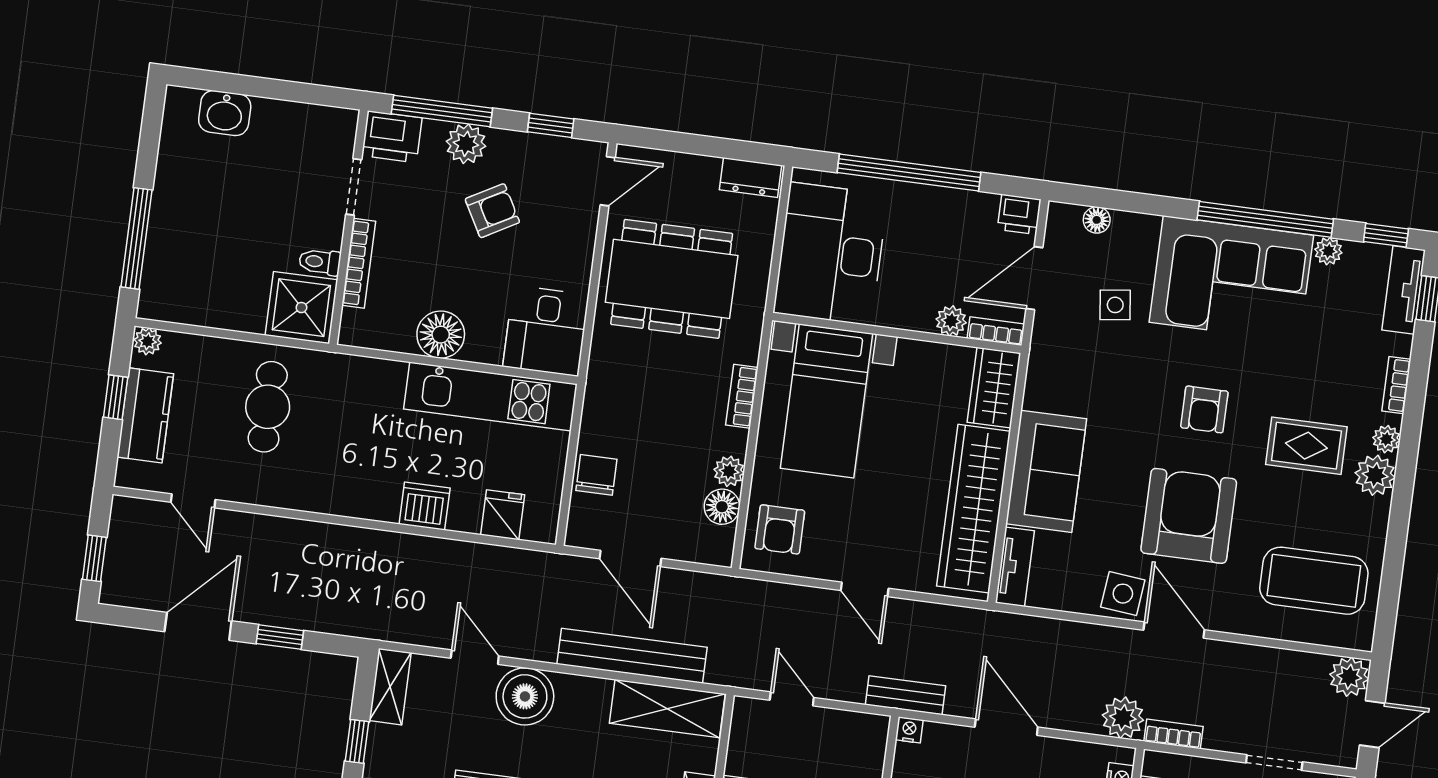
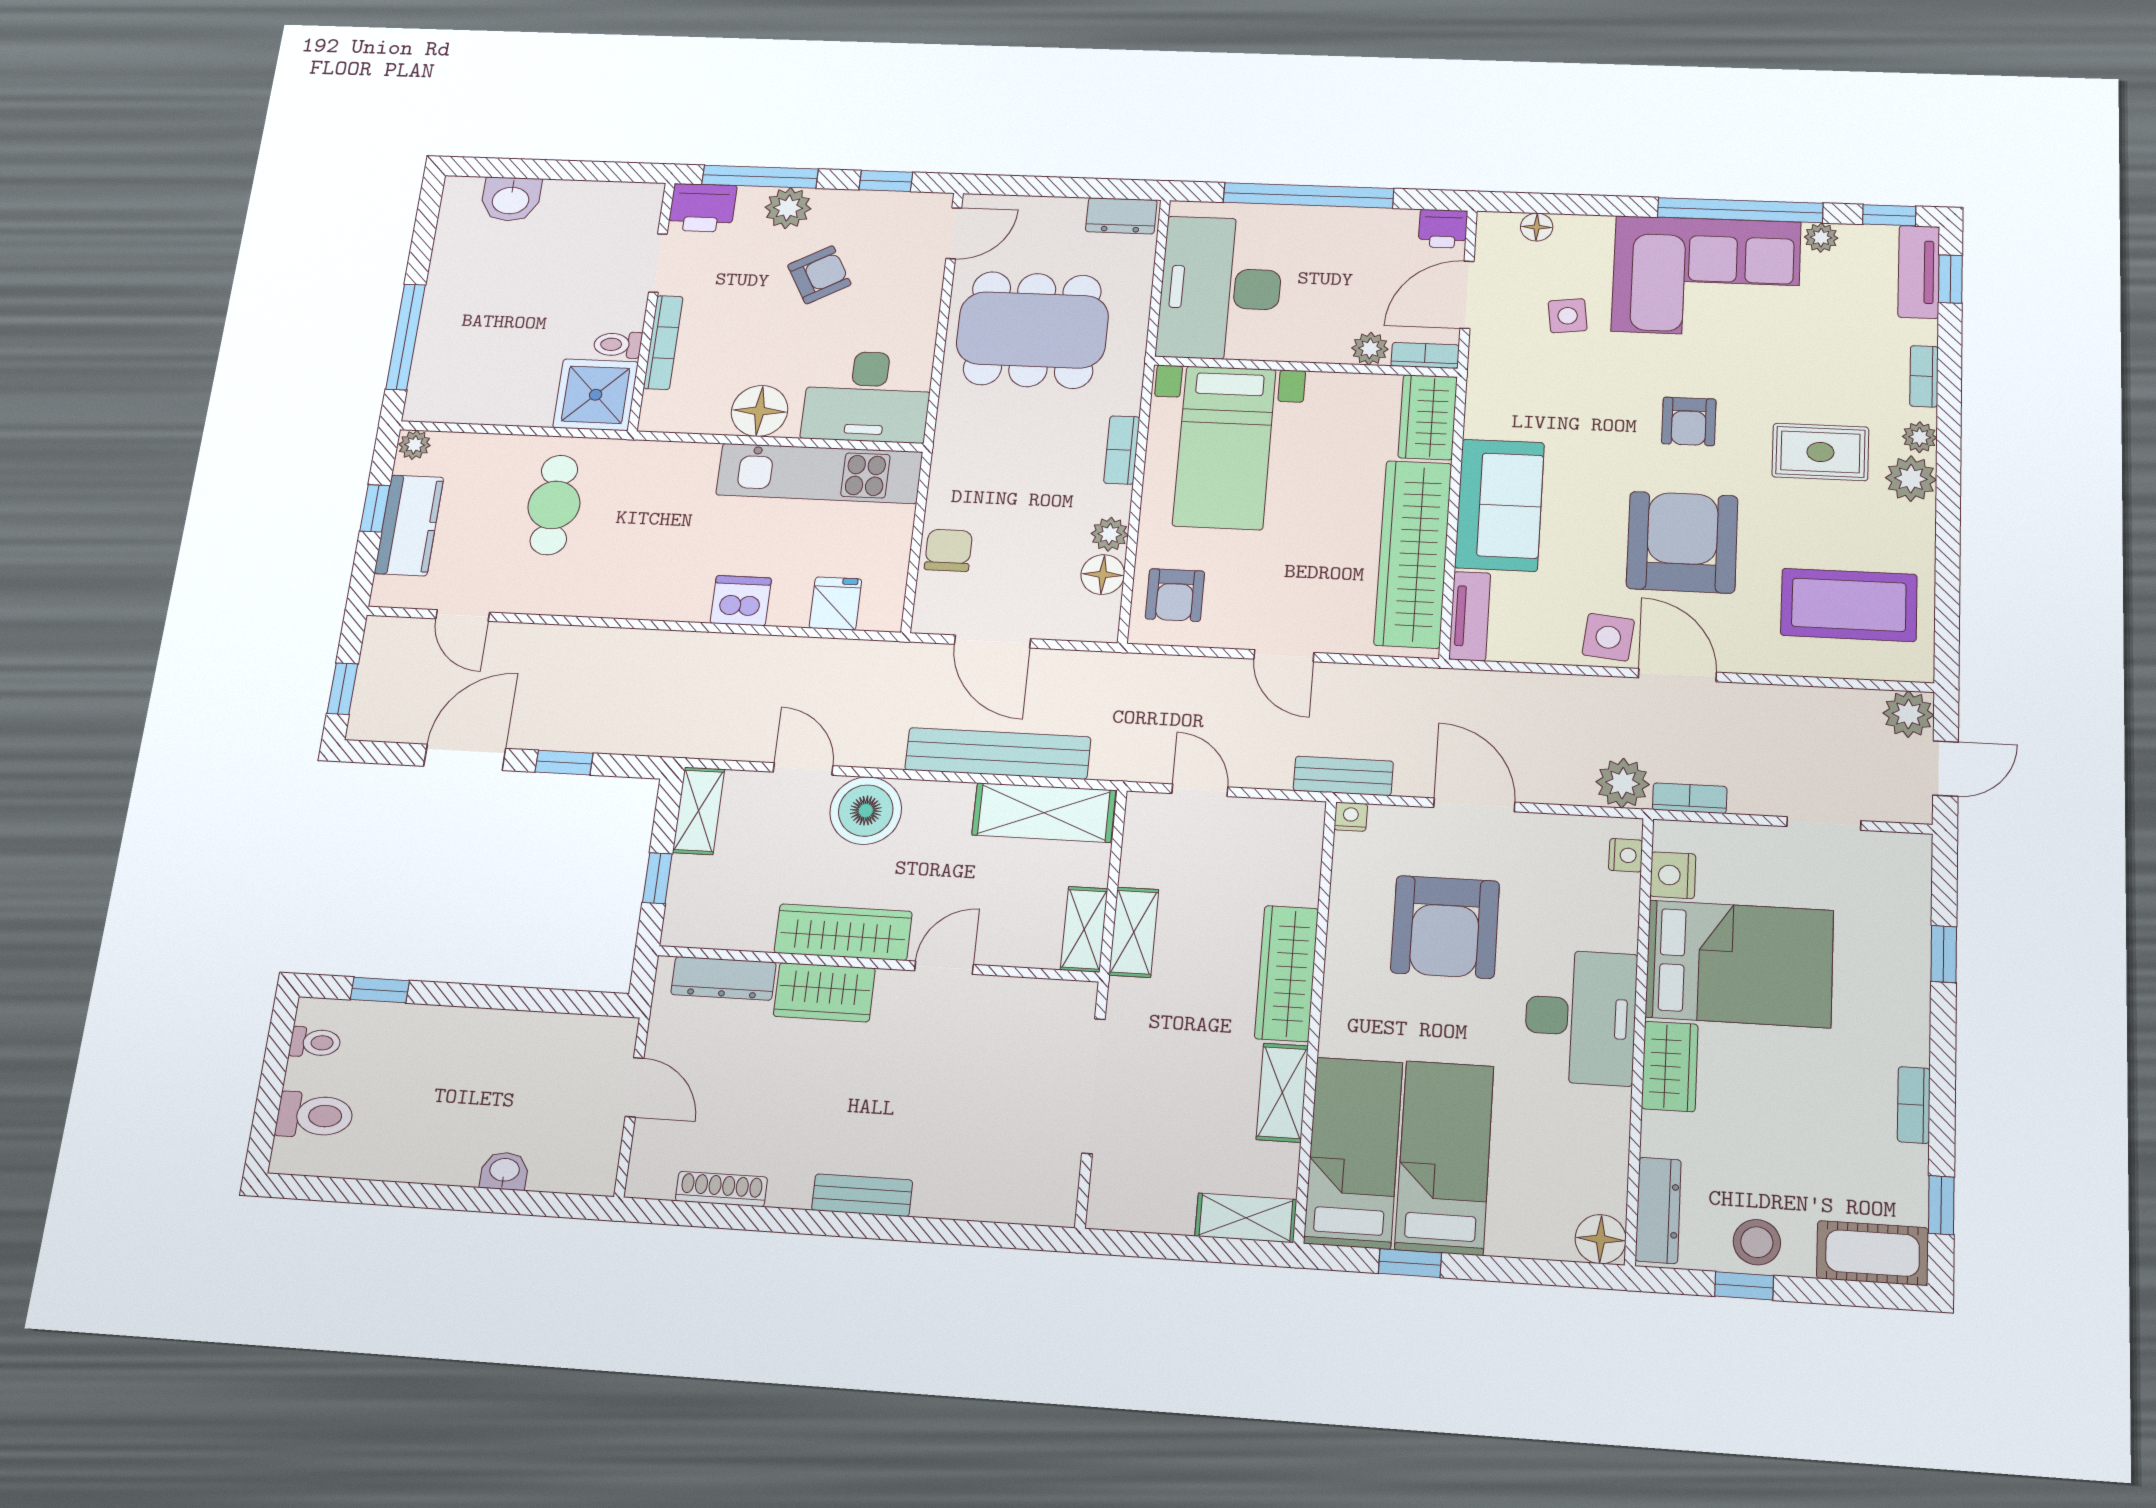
desk: (546, 331) -> (867, 396), width x1.37

